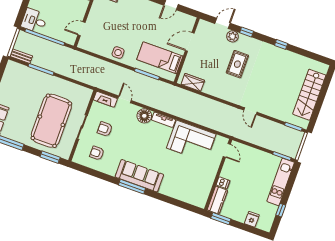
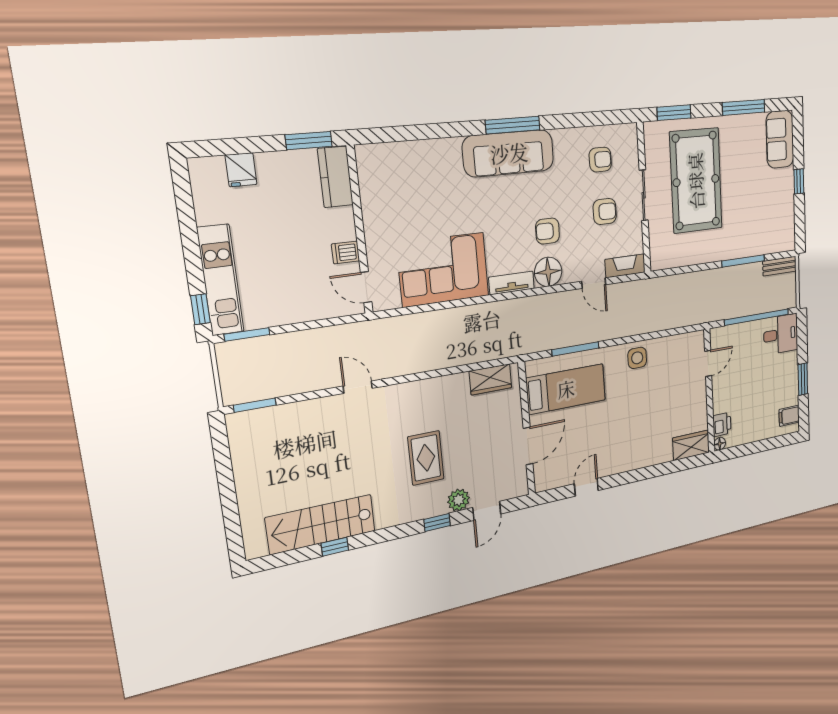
window: (281, 44) -> (335, 547), moved
stairs: (309, 95) -> (321, 524), moved, turned -90
armchair: (136, 134) -> (548, 231), added
dishwasher: (223, 183) -> (346, 252), moved
window: (281, 210) -> (200, 309), moved

